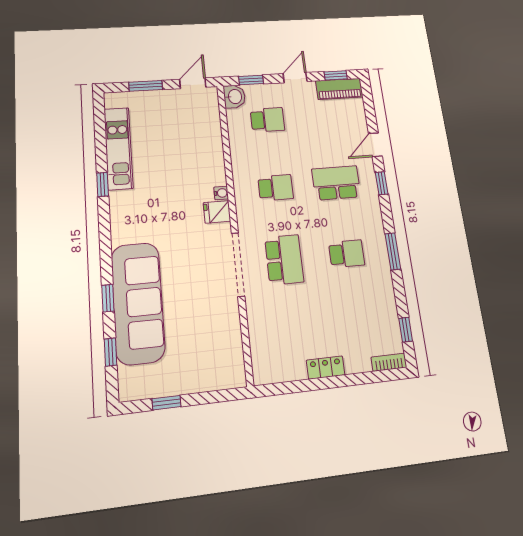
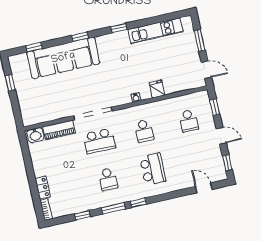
piano: (339, 89) -> (59, 130), moved, turned -90
washbasin: (234, 97) -> (35, 135), moved
door: (375, 145) -> (204, 188), moved
window: (382, 183) -> (138, 203), moved
window: (103, 184) -> (119, 28), moved
fridge: (217, 212) -> (157, 89), moved
window: (108, 298) -> (80, 37), moved
window: (406, 330) -> (82, 215), moved
locker: (326, 368) -> (43, 188), moved

